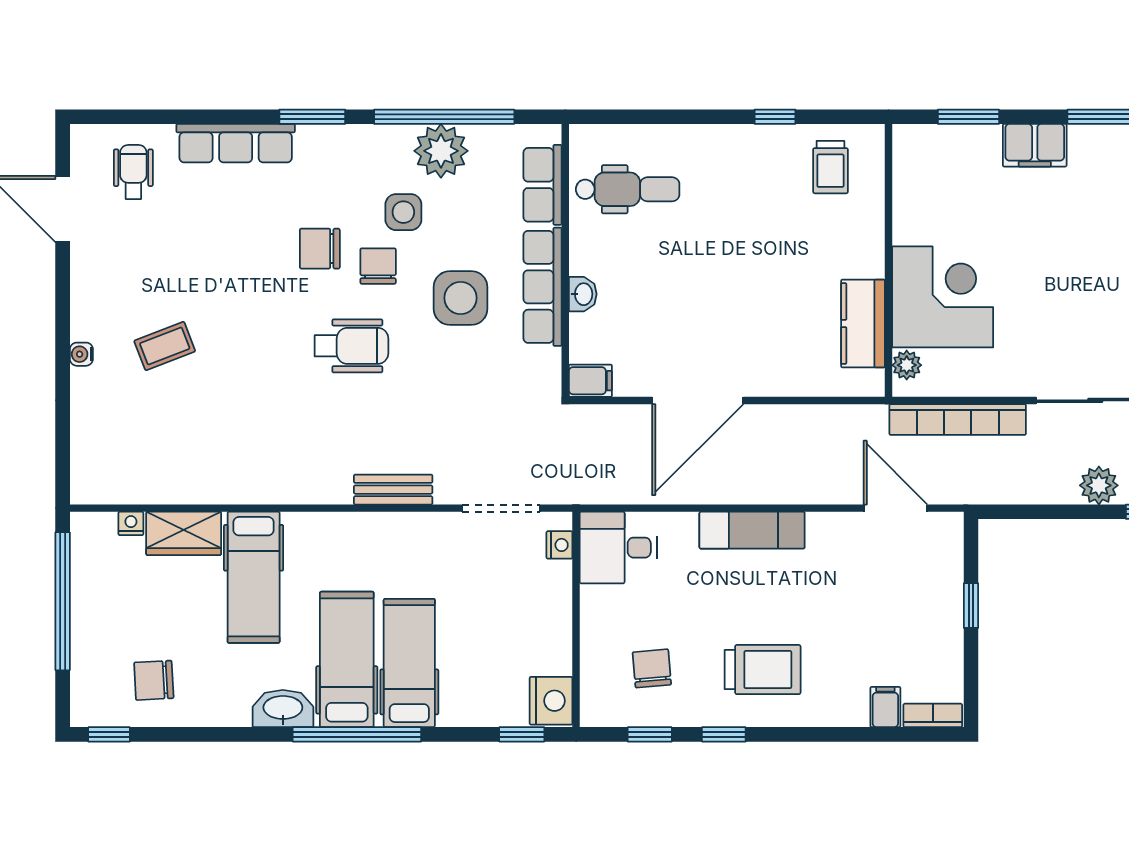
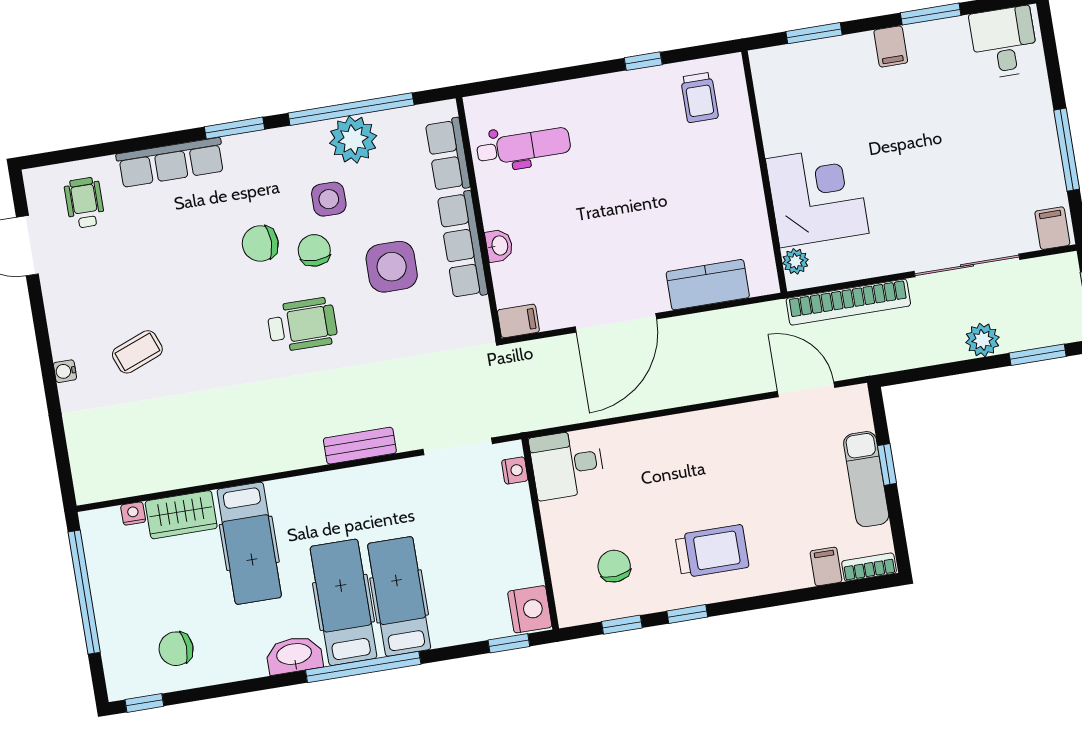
filing cabinet: (1035, 145) -> (891, 46), width x0.50
kitchen counter: (863, 323) -> (708, 285), moved, turned 90
exam couch: (752, 530) -> (866, 479), moved, turned 90

